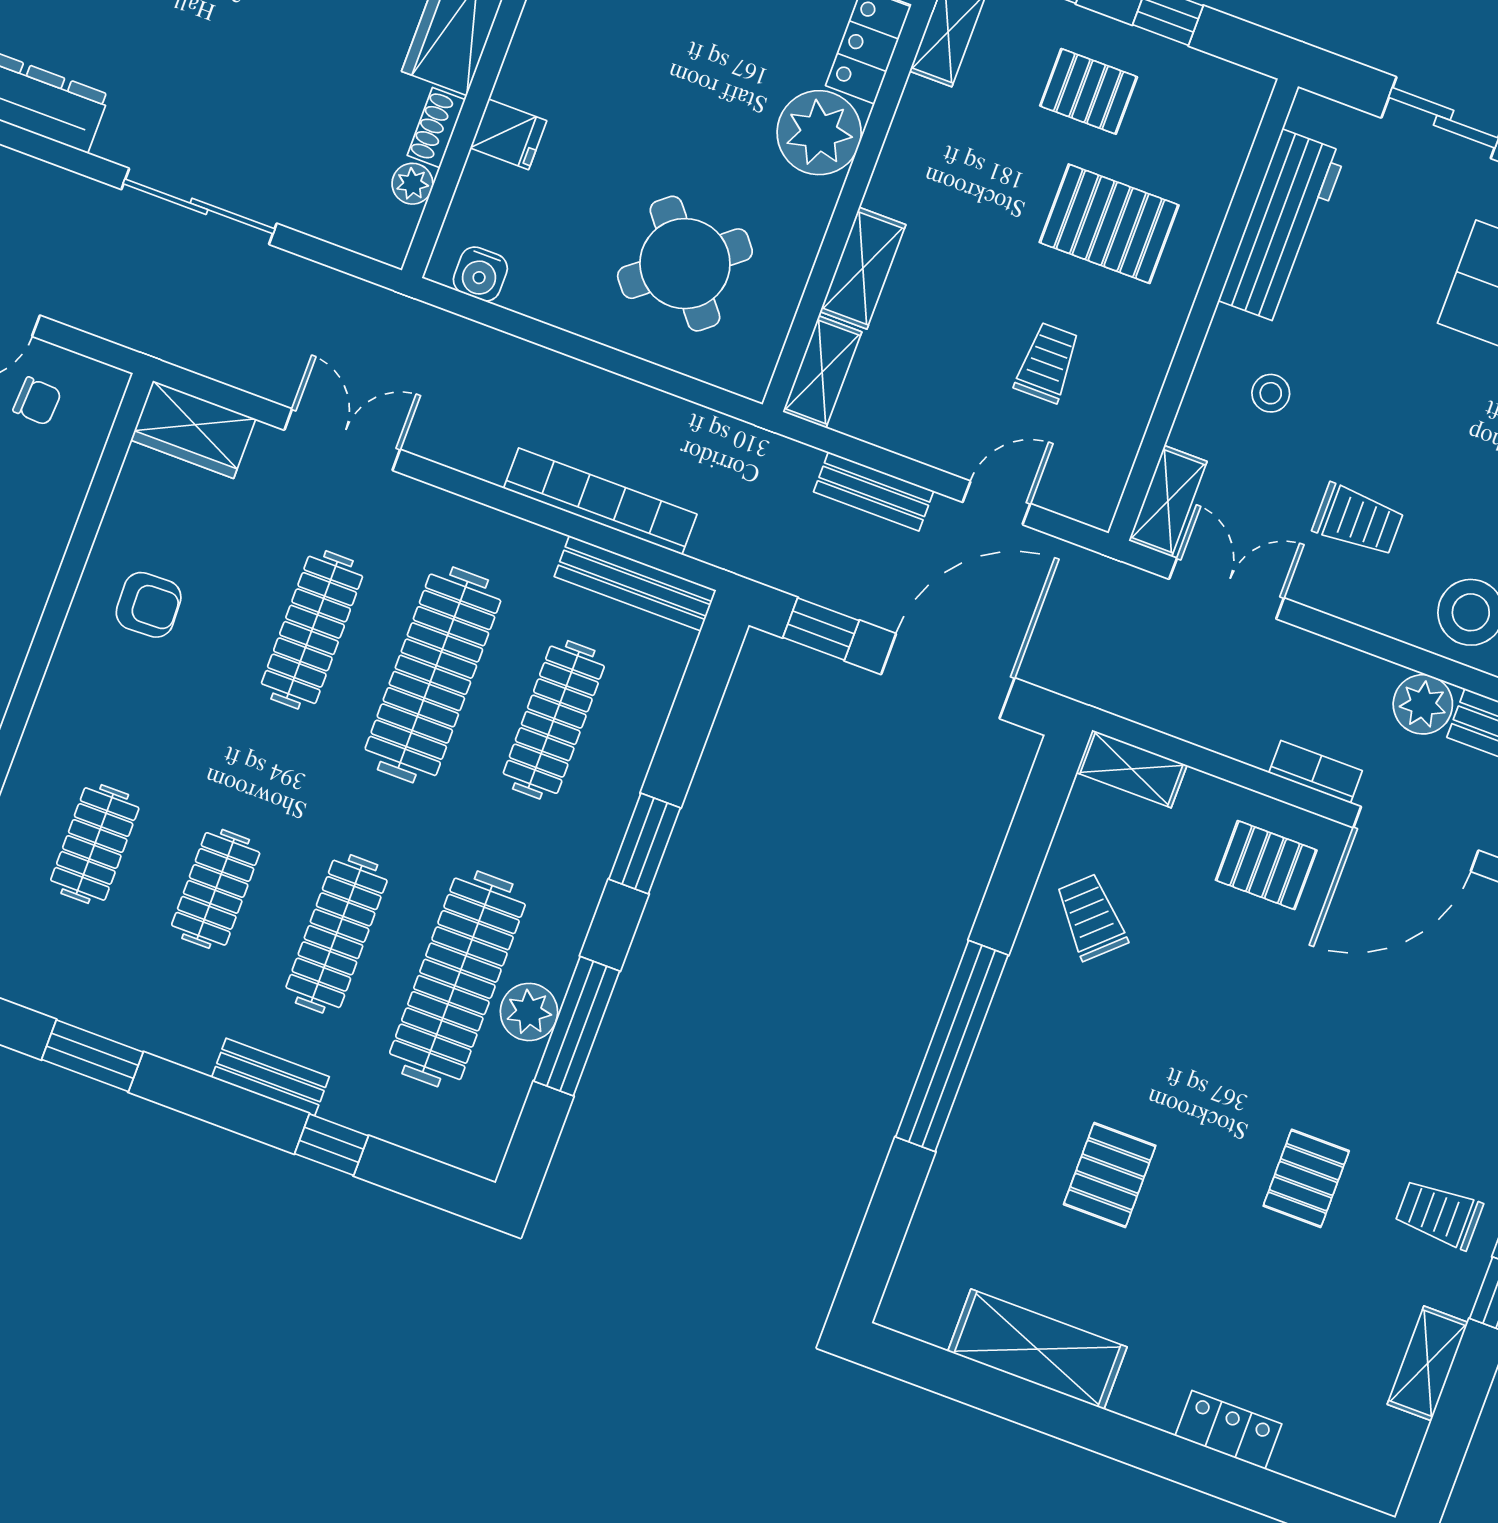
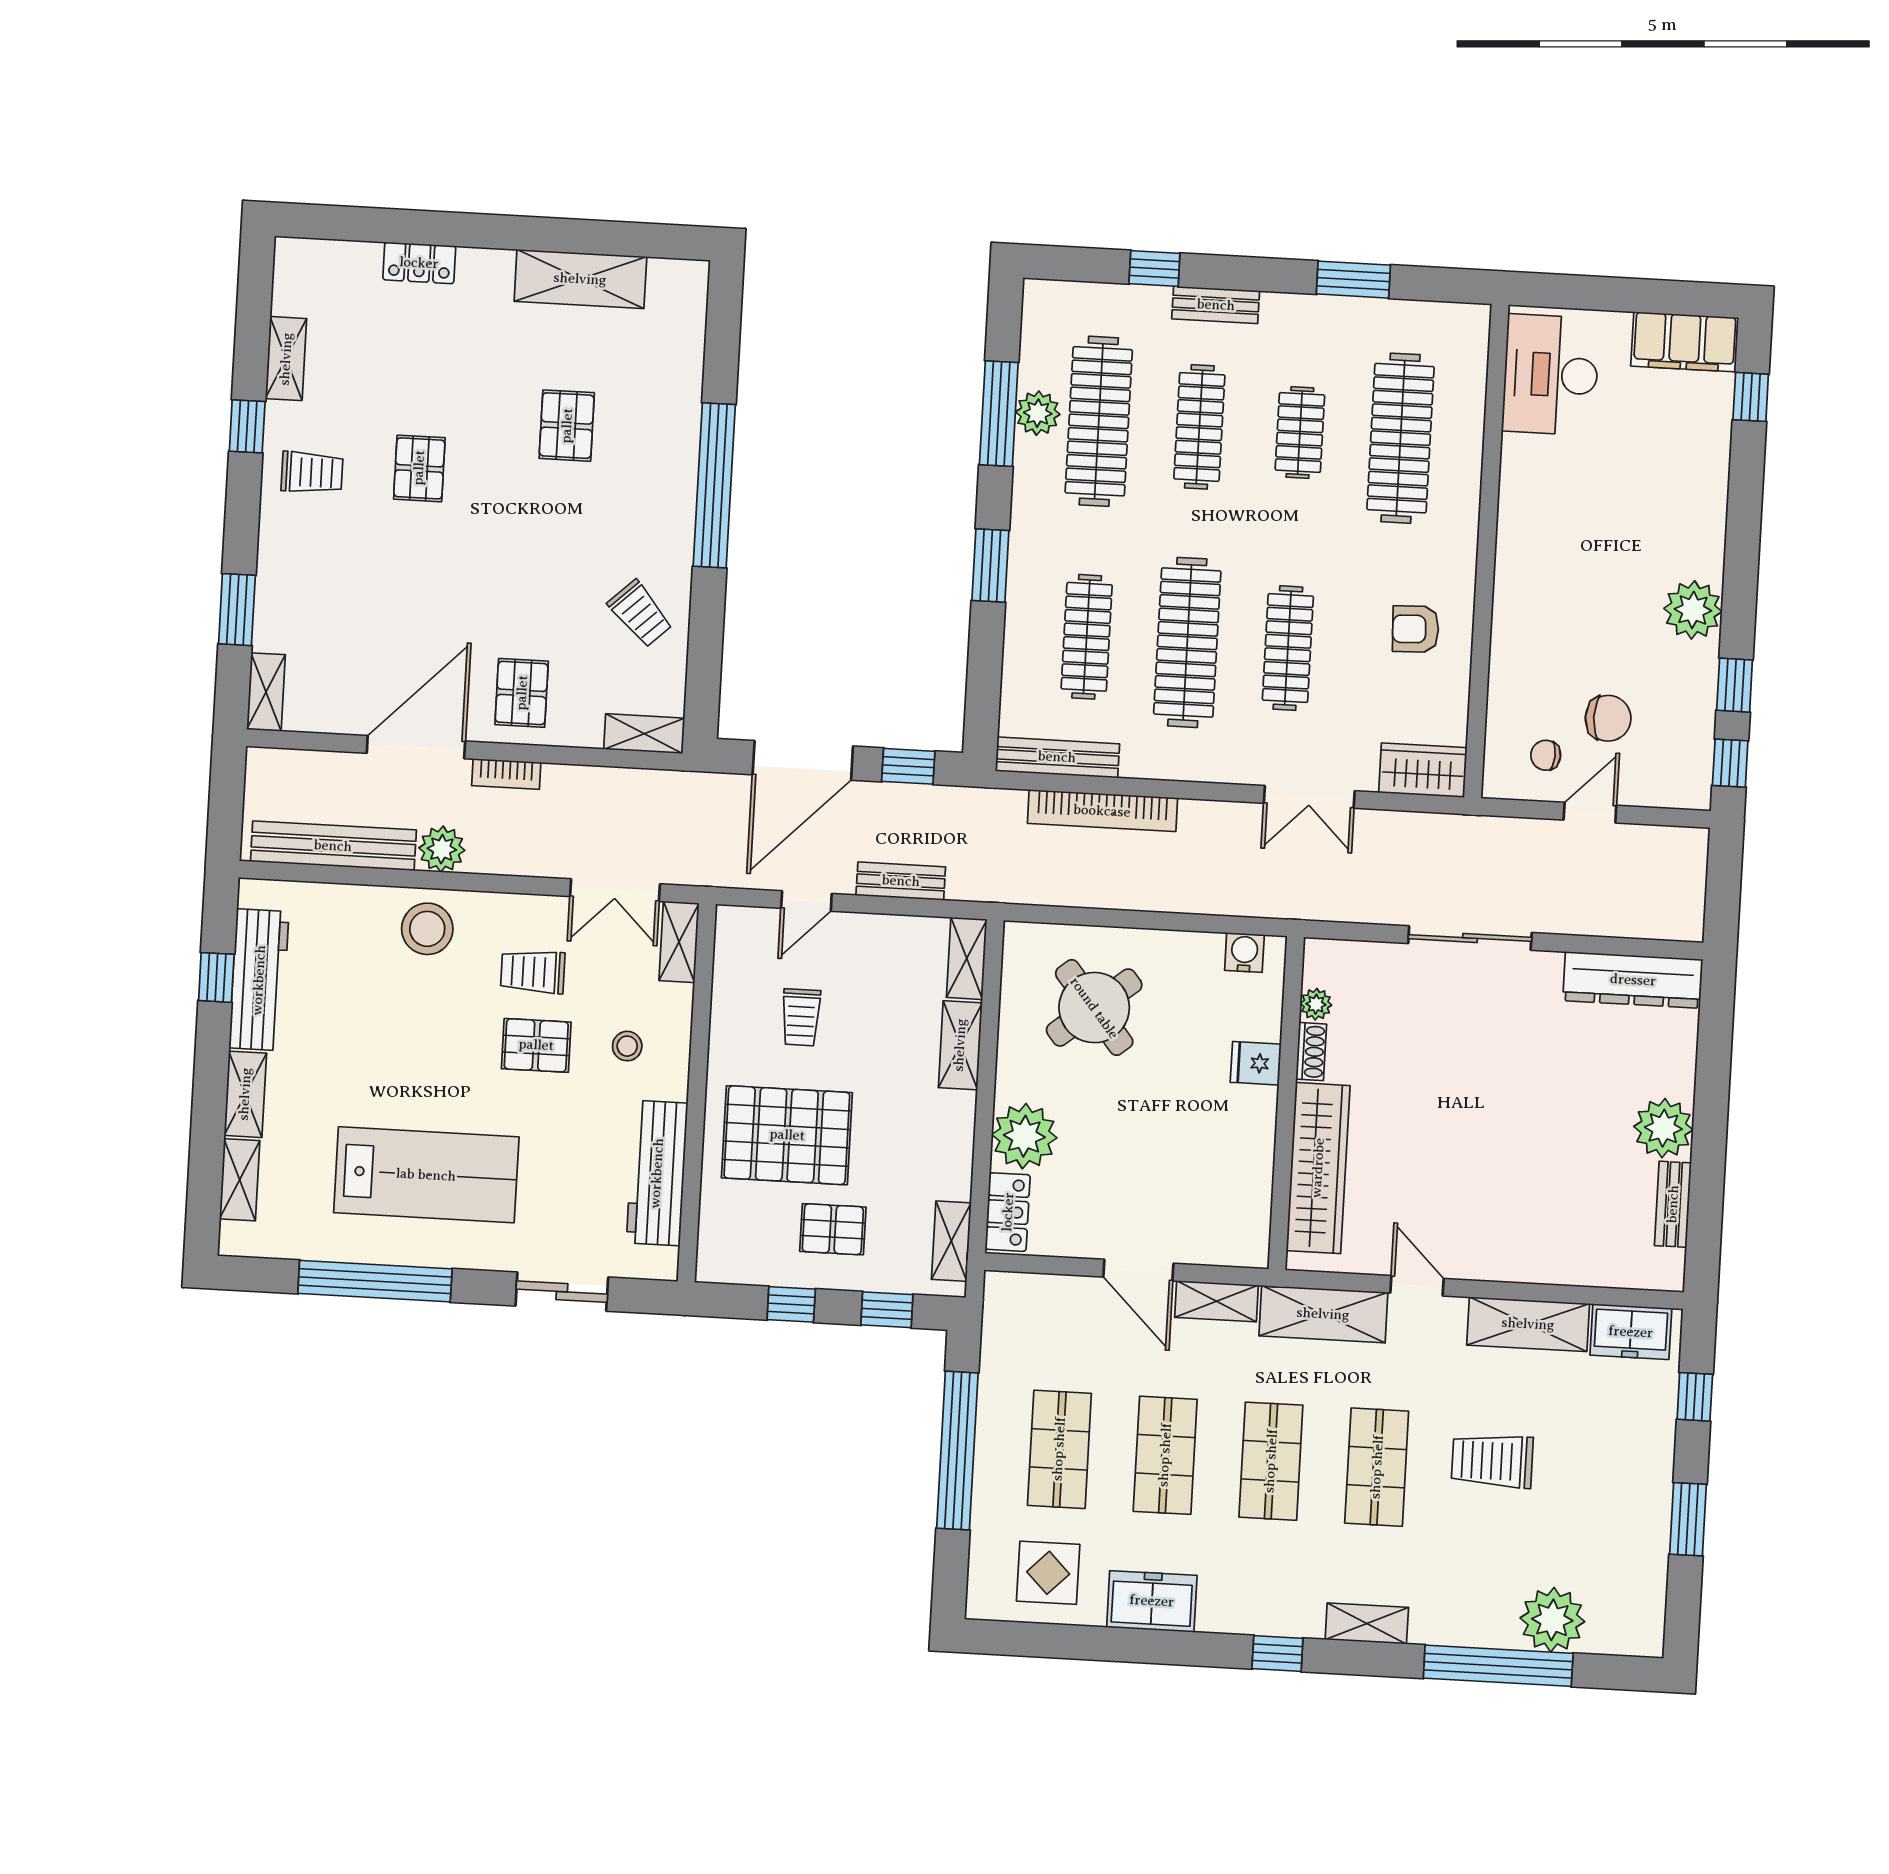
pallet: (1109, 224) -> (787, 1135), width x1.37, depth x1.41
pallet: (1382, 428) -> (536, 1045), added
clothes rail: (95, 844) -> (1400, 438), width x1.86, depth x1.31
pallet: (1266, 865) -> (522, 693), turned 90

